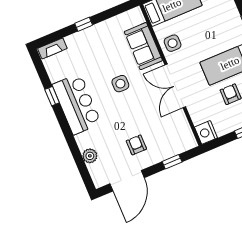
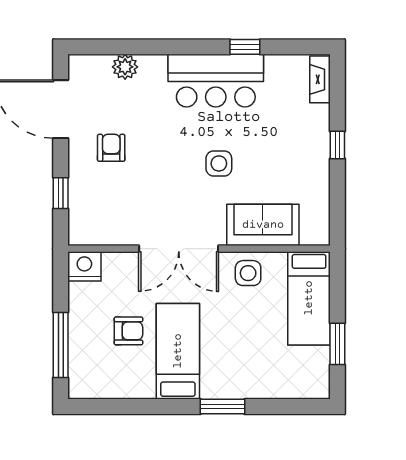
double door: (175, 86) -> (179, 249), swing flipped
armchair: (136, 145) -> (111, 148), turned -90

